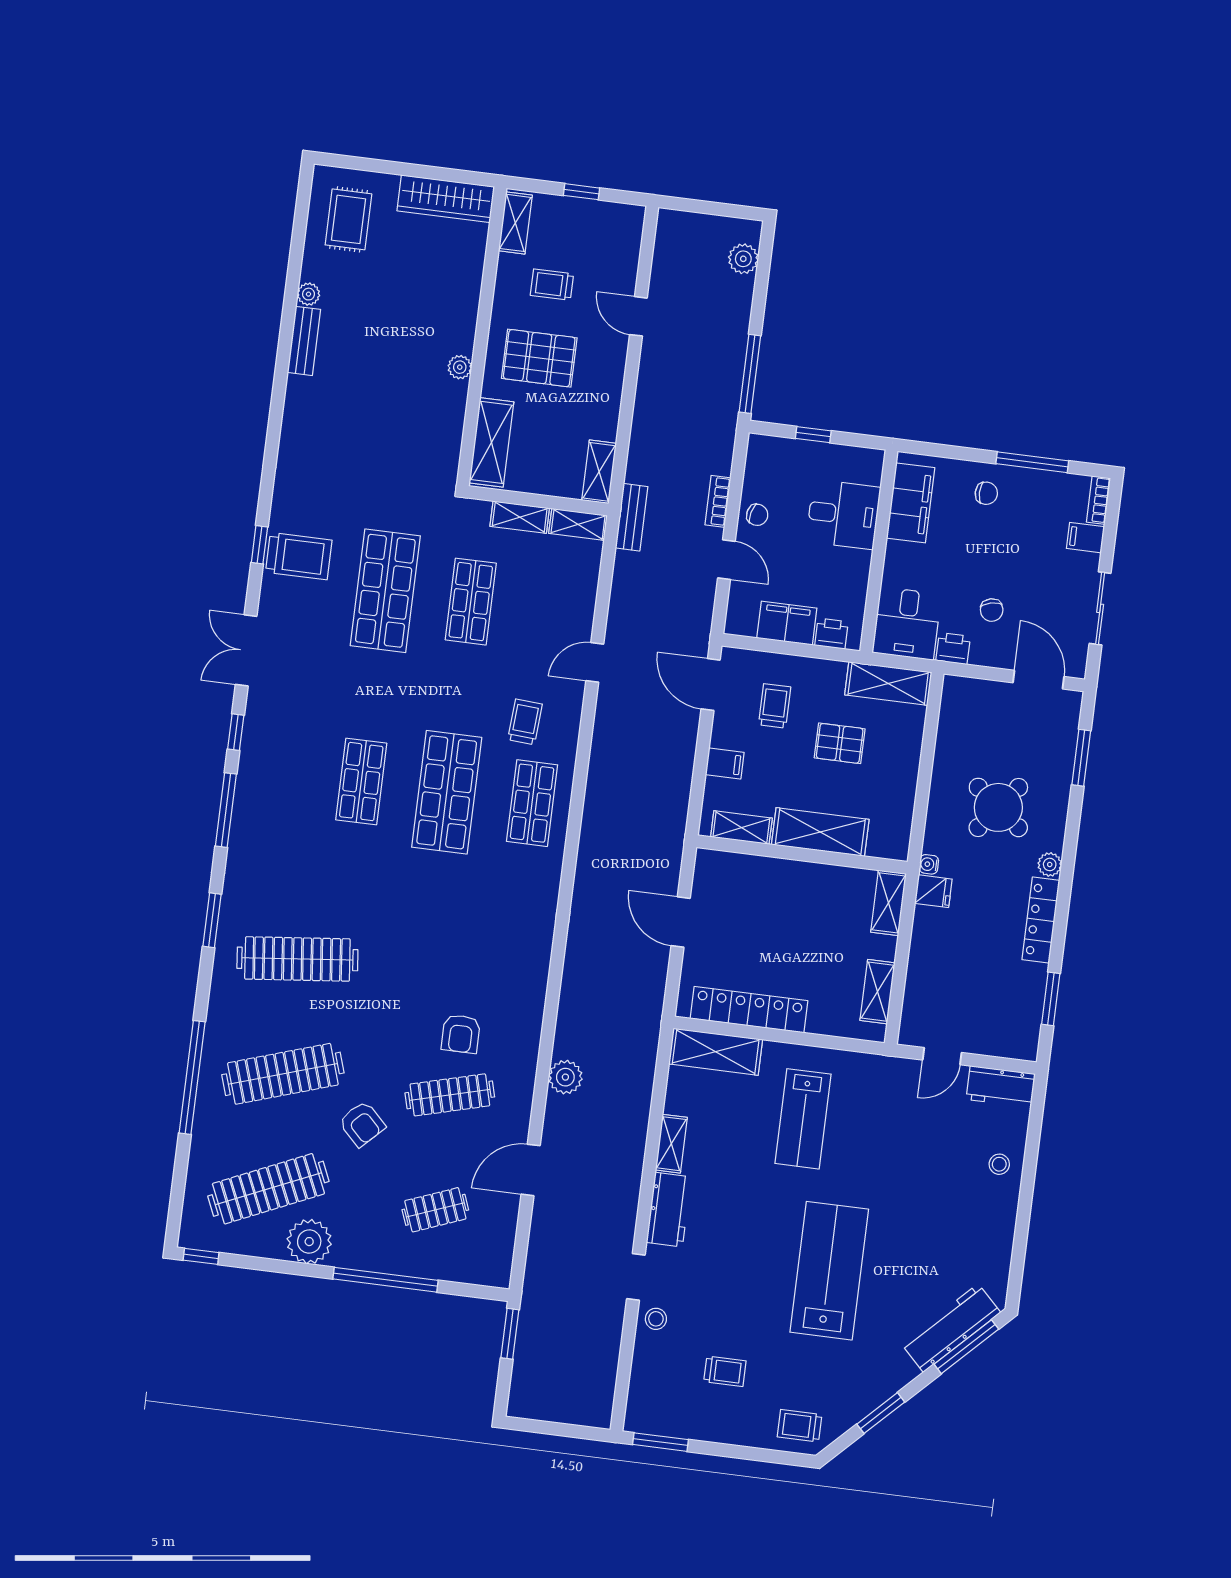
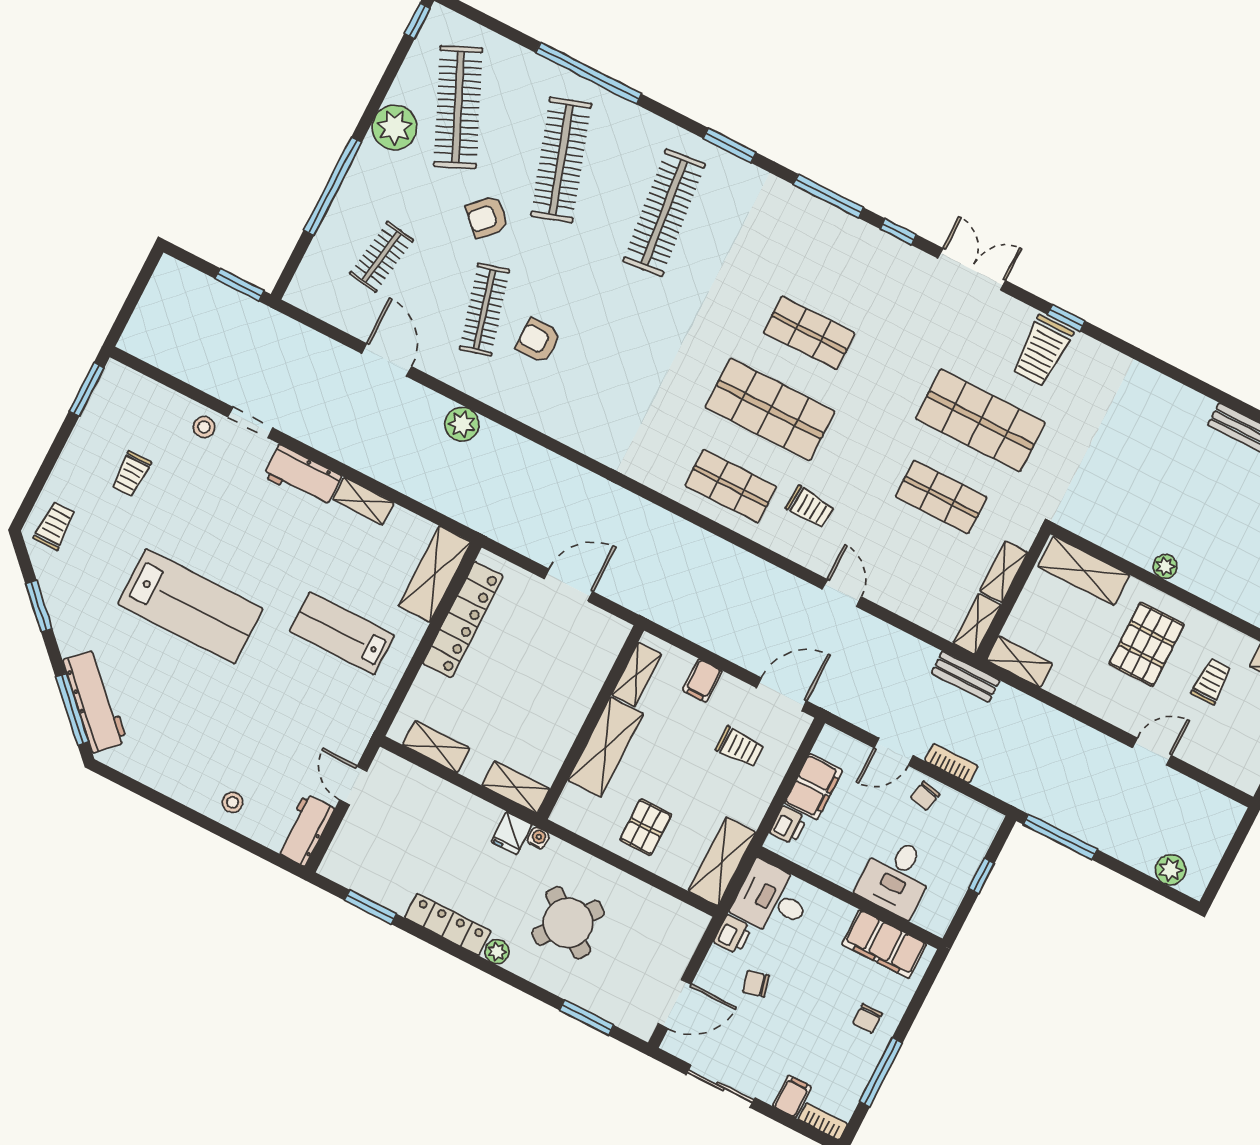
pallet: (840, 743) -> (646, 827), moved
clothes rail: (435, 1210) -> (381, 257), turned 30

